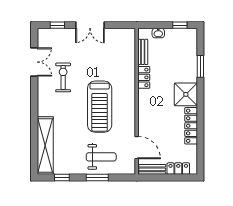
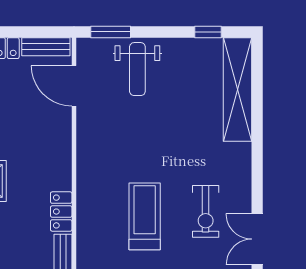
treadmill: (100, 107) -> (145, 216), moved, width x0.73, depth x0.73
weight bench: (101, 157) -> (137, 69), turned -90
window: (97, 178) -> (111, 32), moved

